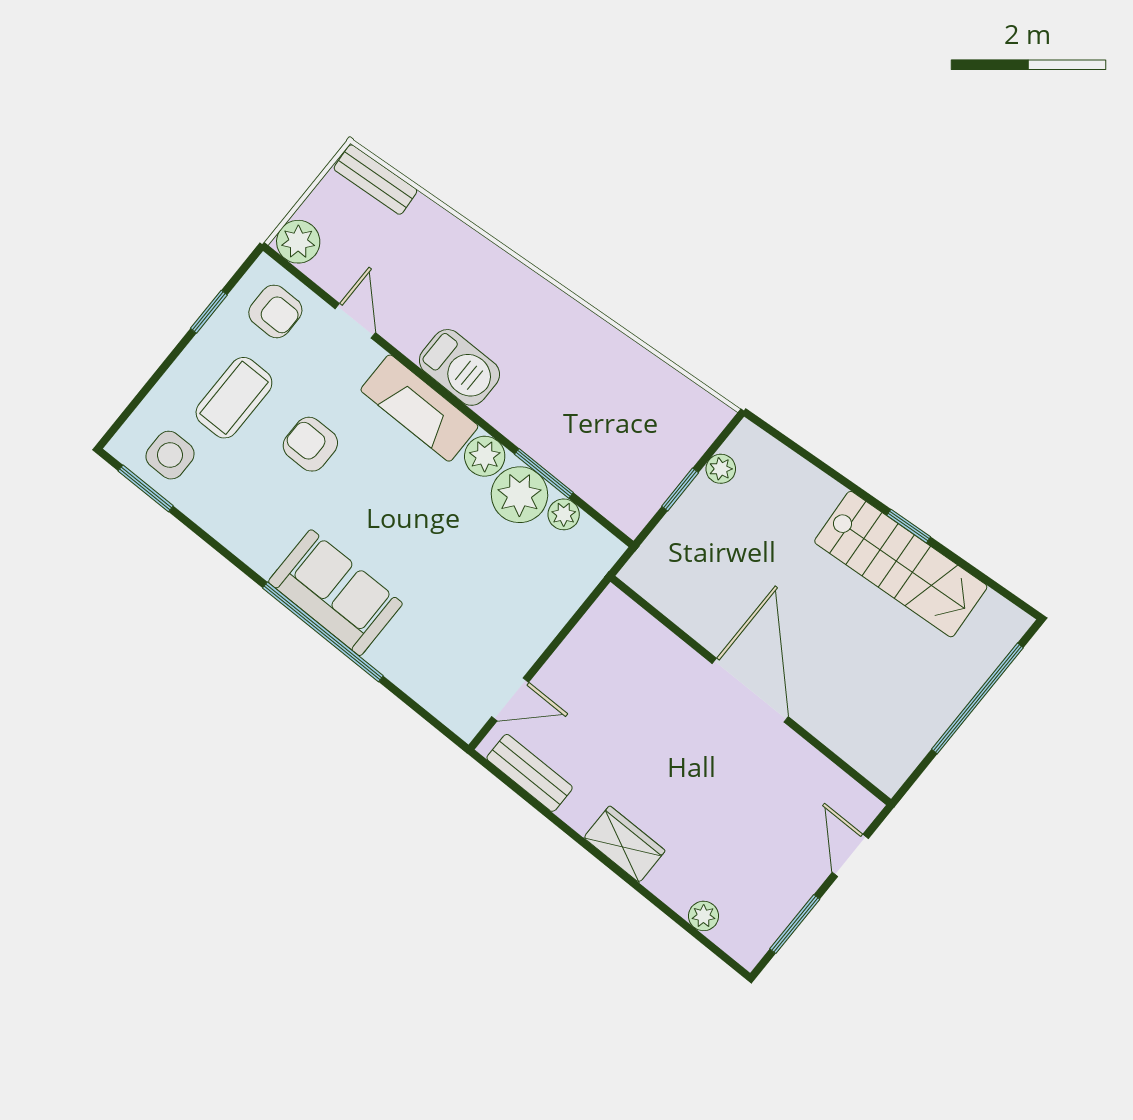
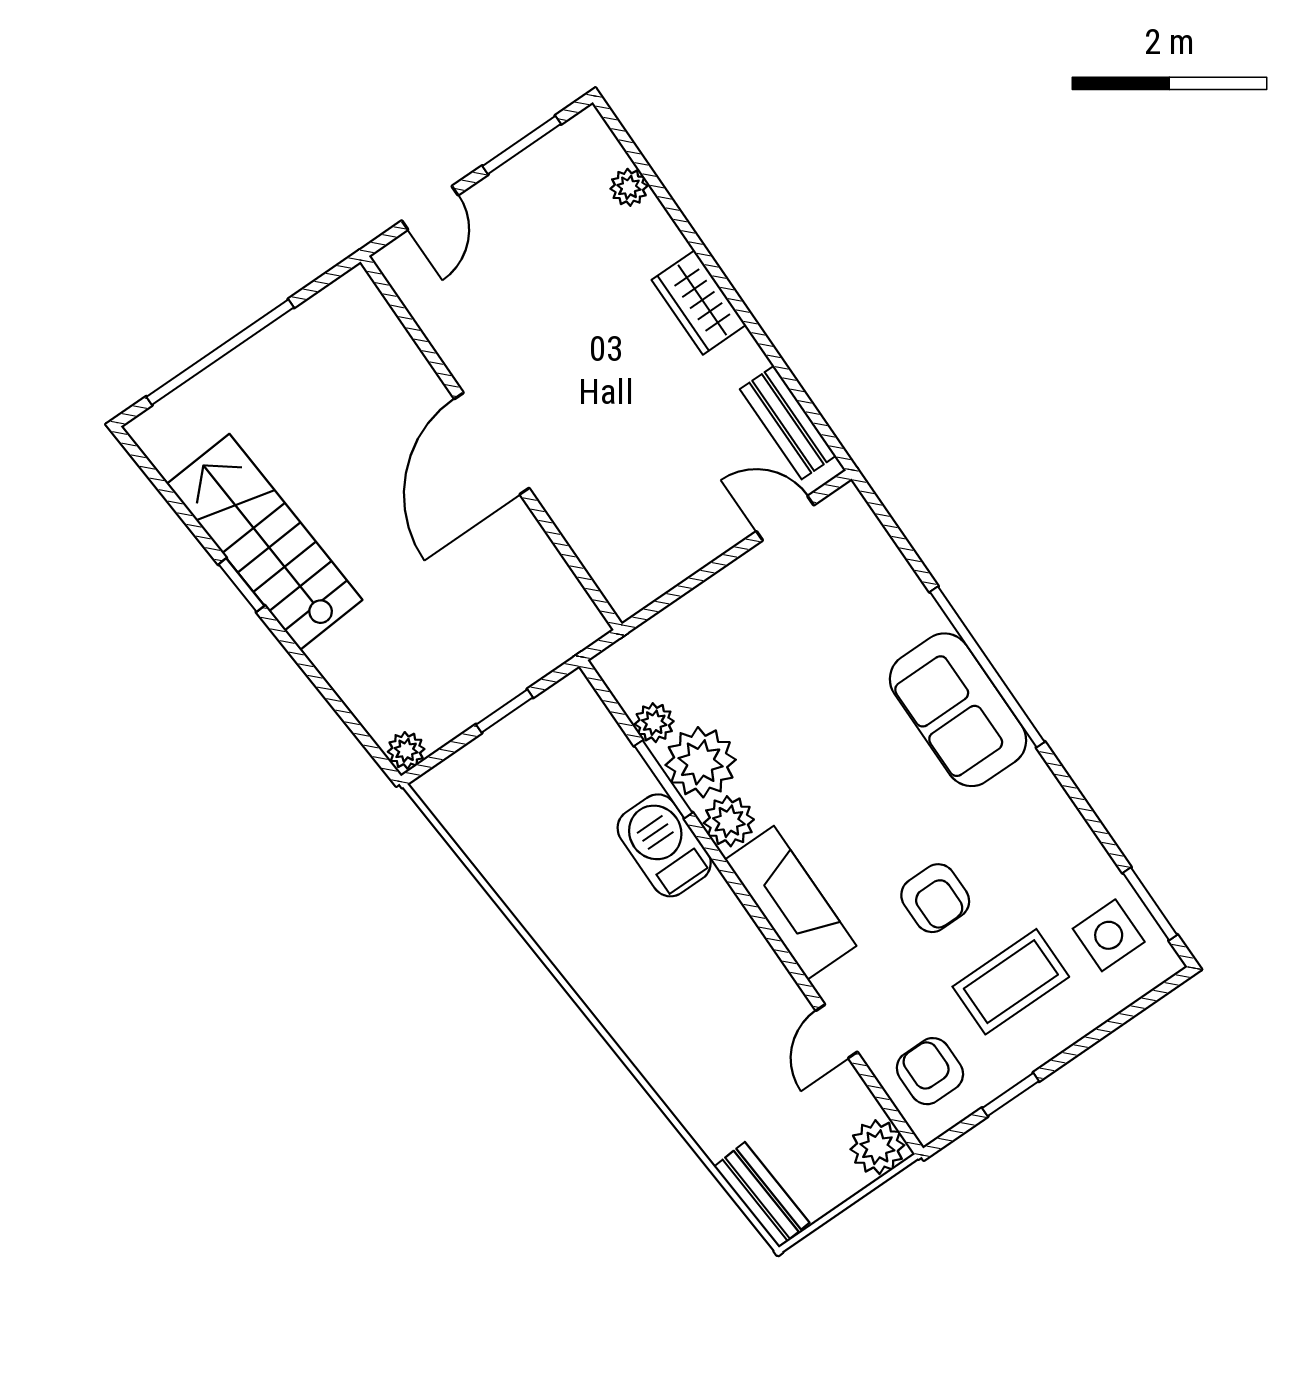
barbecue: (459, 367) -> (664, 845), moved
plant: (721, 469) -> (406, 750), moved

